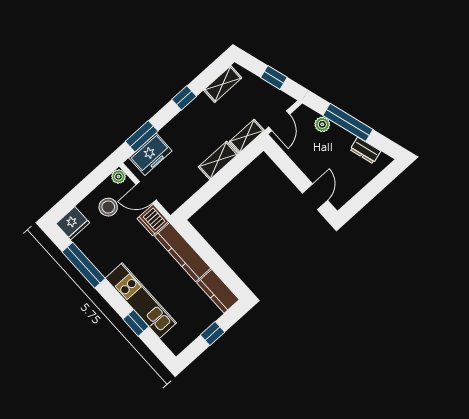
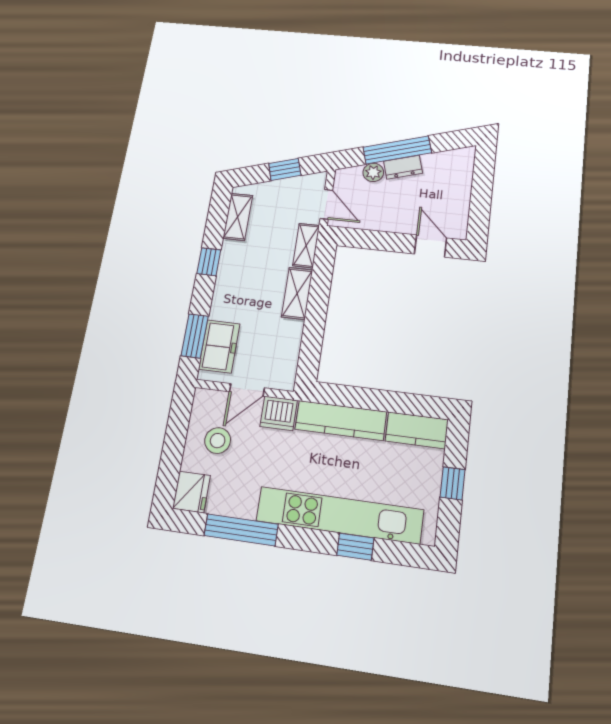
dresser: (365, 150) -> (403, 167), moved
plant: (119, 177) -> (203, 398), removed
kitchen unit: (141, 301) -> (339, 515), width x1.36

